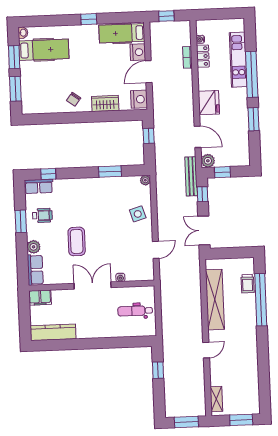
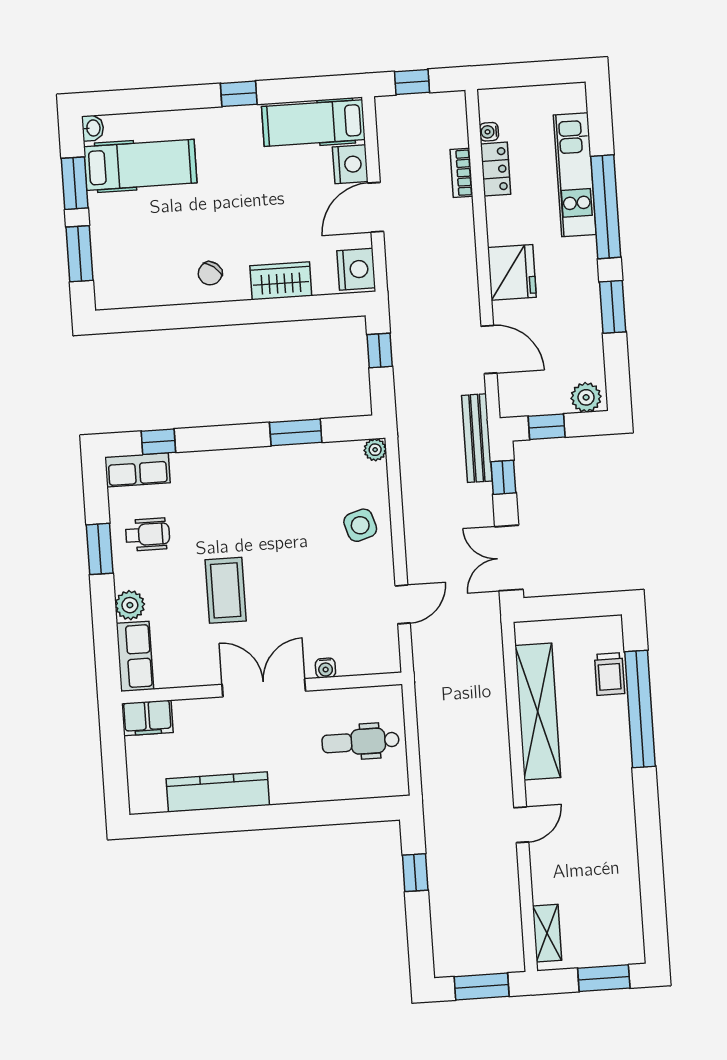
plant: (208, 161) -> (586, 397), moved
kitchen counter: (53, 332) -> (218, 792), moved

